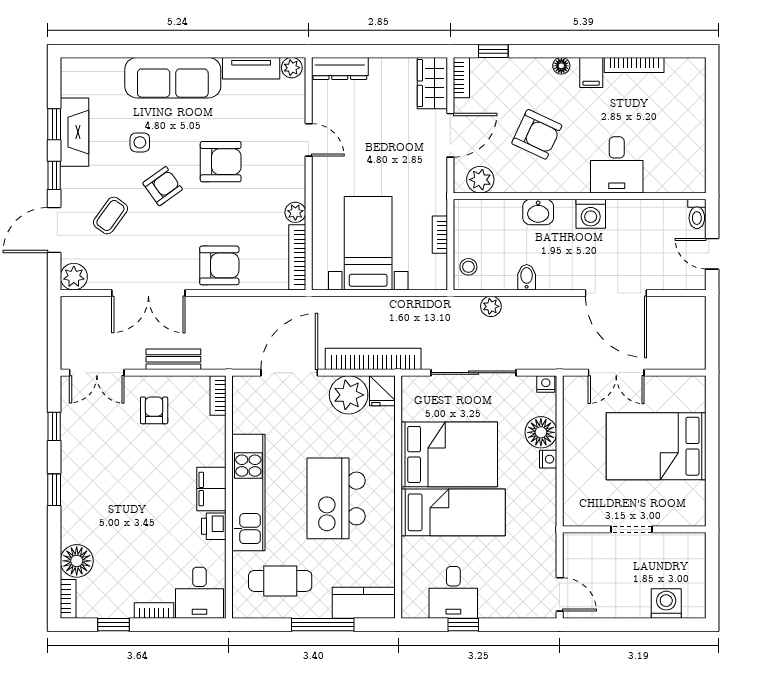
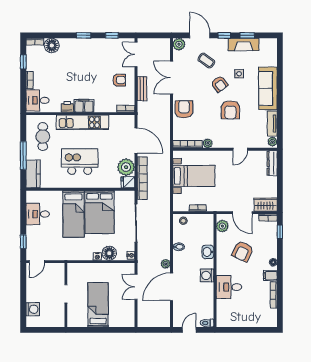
armchair: (219, 265) -> (184, 109), turned 180
plant: (491, 306) -> (166, 264), moved
bed: (656, 446) -> (98, 305), width x0.67
window: (463, 625) -> (23, 242), moved

